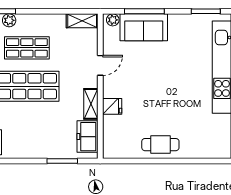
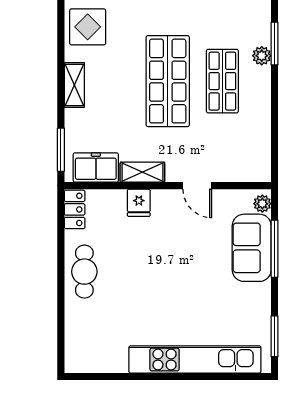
shelving: (82, 21) -> (74, 85), moved
locker: (117, 151) -> (75, 209), added
window: (62, 161) -> (61, 150), moved

